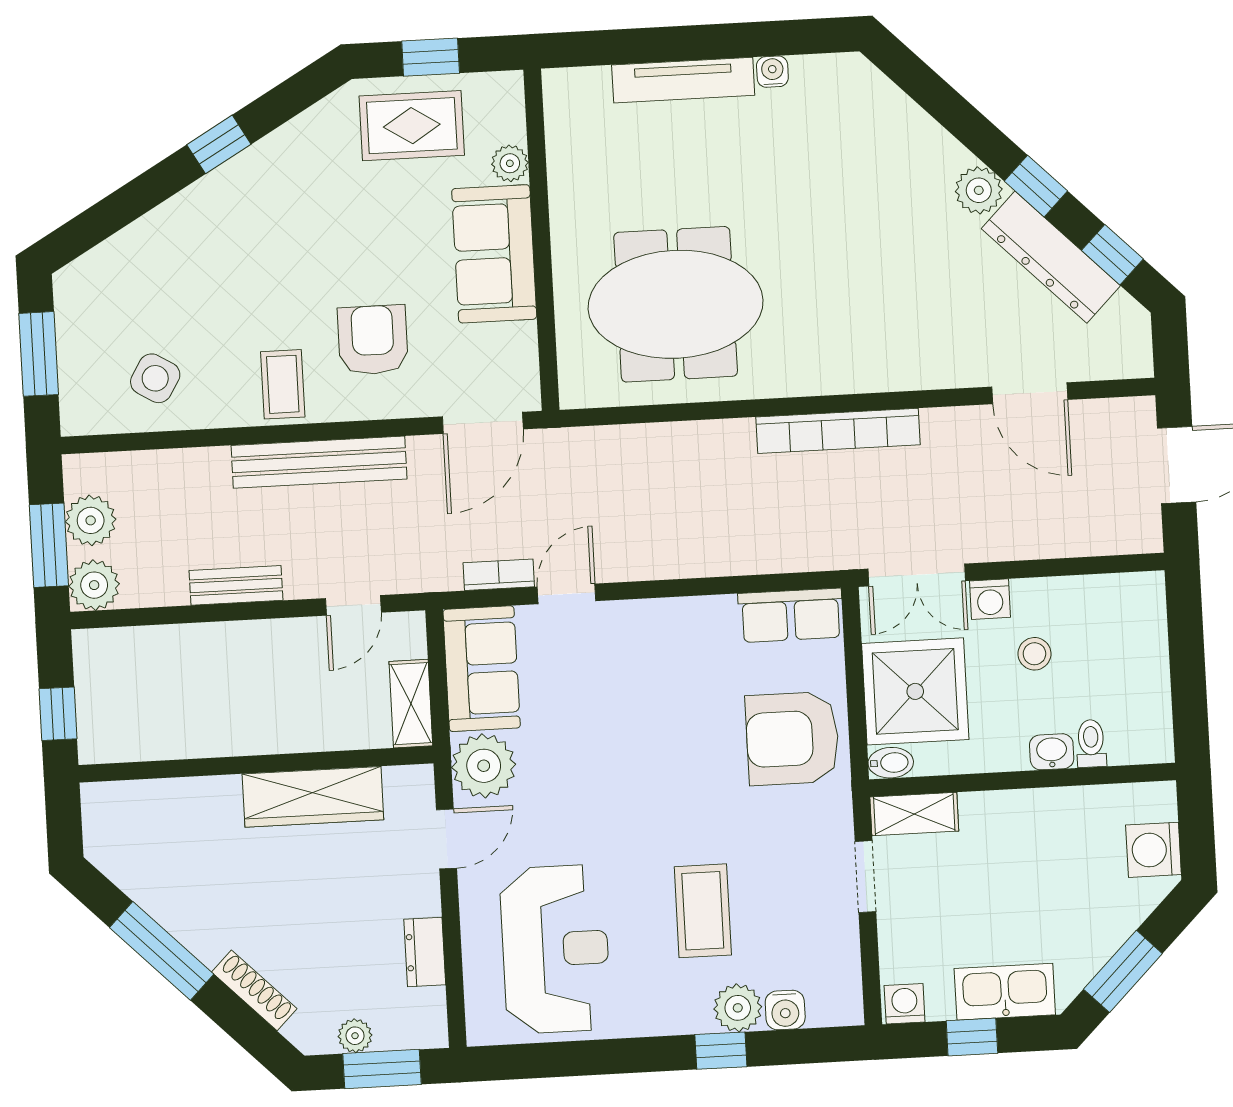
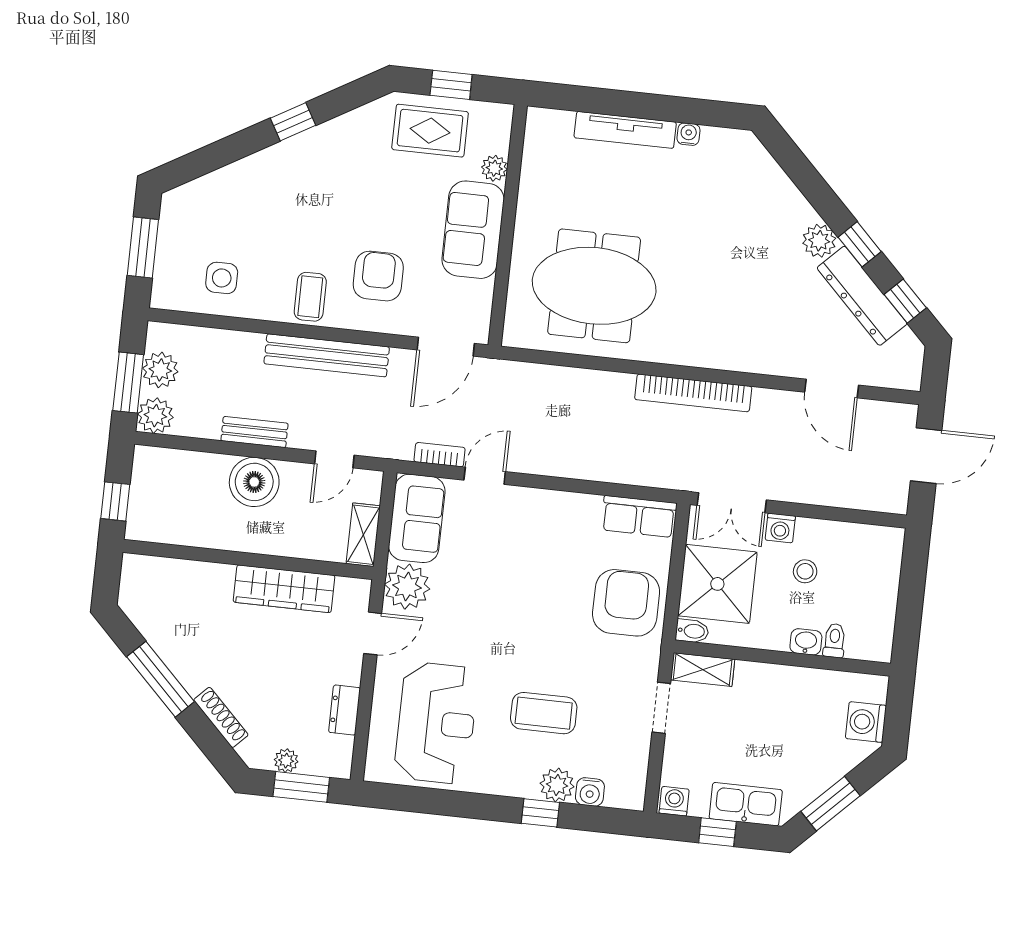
side table: (155, 378) -> (222, 278), turned -31
boiler: (247, 655) -> (254, 482), added
armchair: (792, 738) -> (626, 603), turned 90
coffee table: (703, 911) -> (544, 713), turned 90

